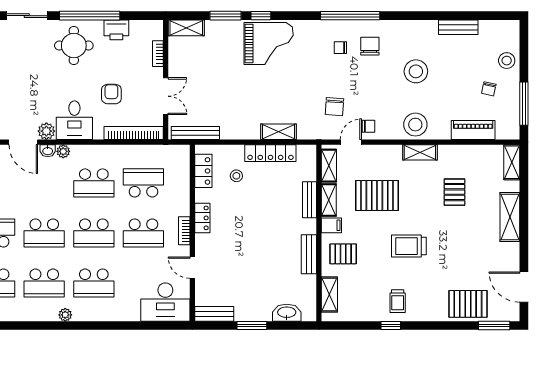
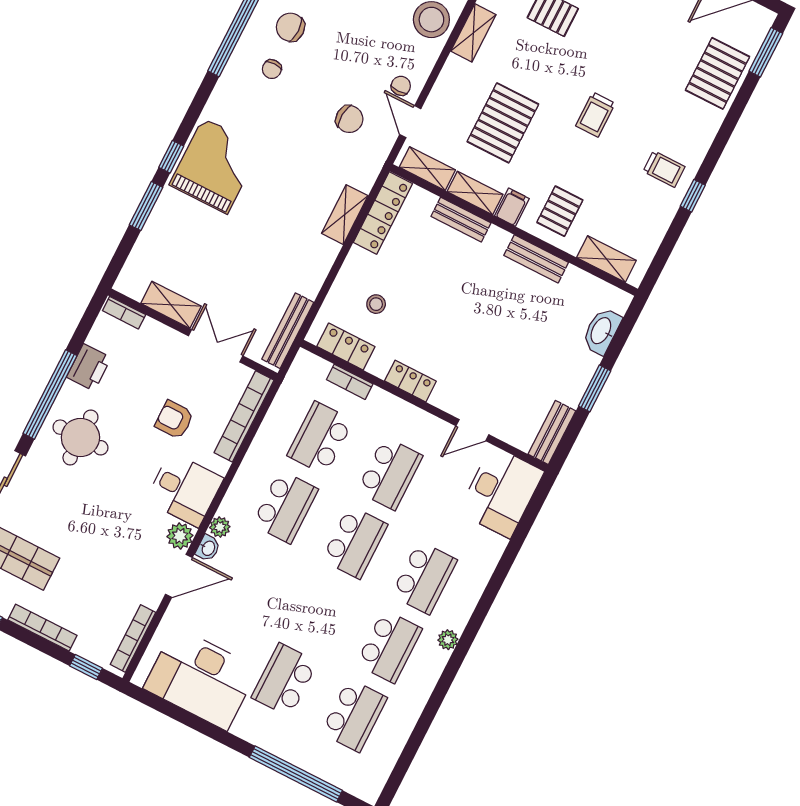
shelving: (186, 28) -> (171, 305), moved, turned 90
bookcase: (158, 54) -> (124, 313), moved
locker: (270, 153) -> (383, 213), moved
bookcase: (184, 231) -> (350, 382), moved
school desk: (44, 233) -> (320, 611), removed
trolley: (409, 246) -> (595, 114), width x0.73, depth x0.72

